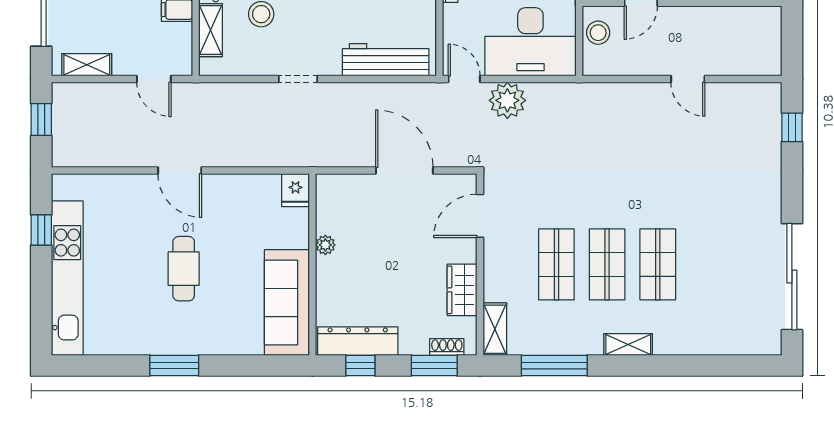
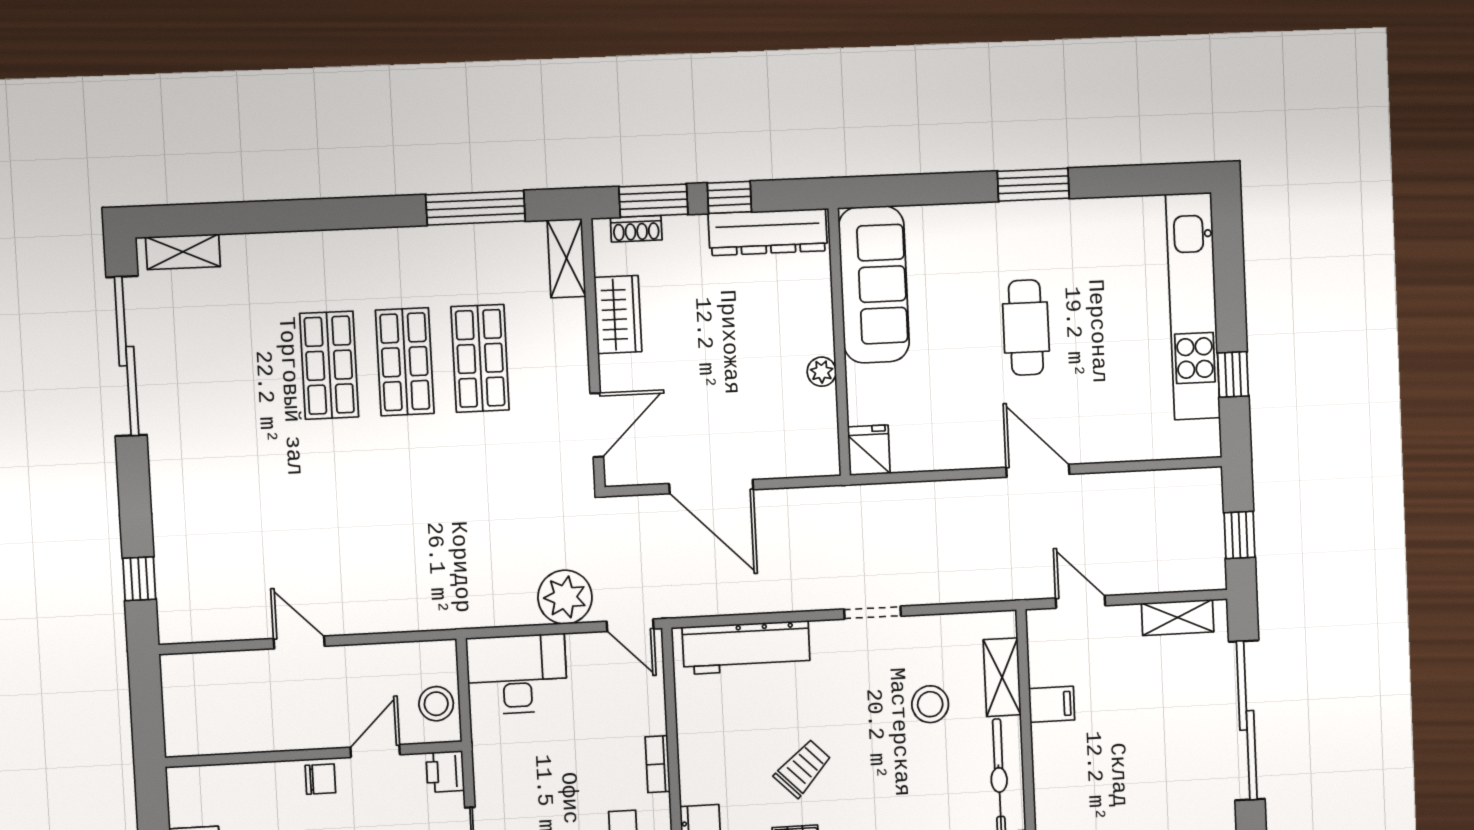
desk: (530, 42) -> (517, 674), width x0.73, depth x0.77
shelving: (628, 344) -> (183, 252), moved
window: (360, 366) -> (729, 197), moved

